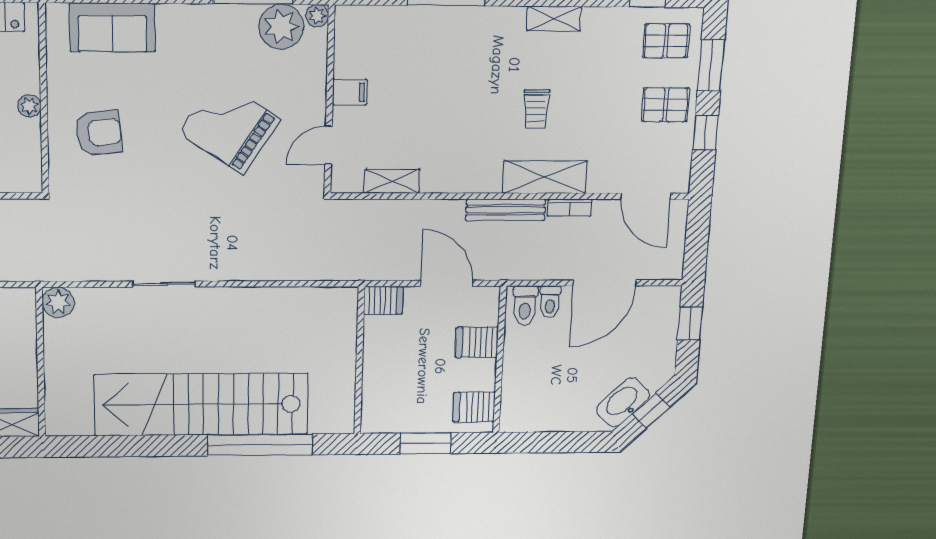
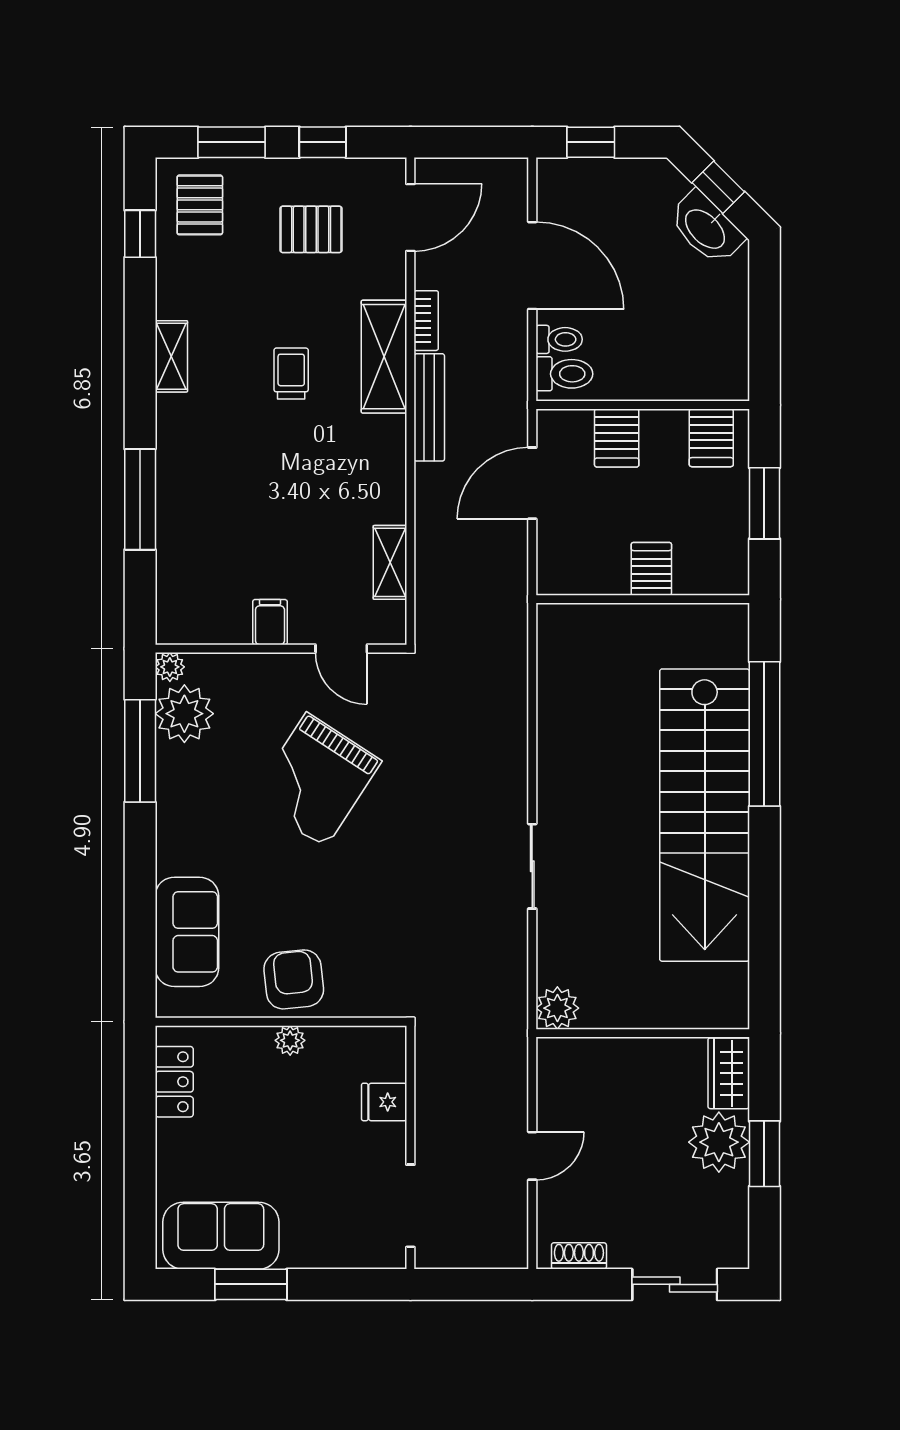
pallet: (665, 105) -> (311, 229), moved, turned 90
trolley: (536, 109) -> (291, 374), turned -90
armchair: (99, 133) -> (294, 979), moved
server rack: (383, 300) -> (651, 569), moved

